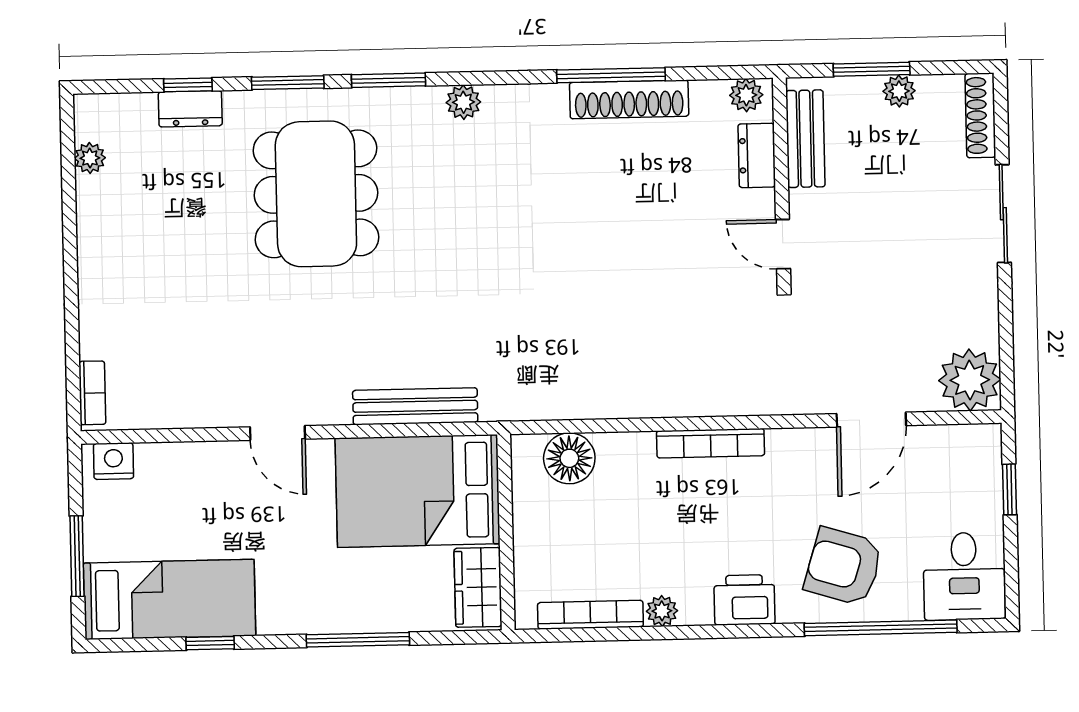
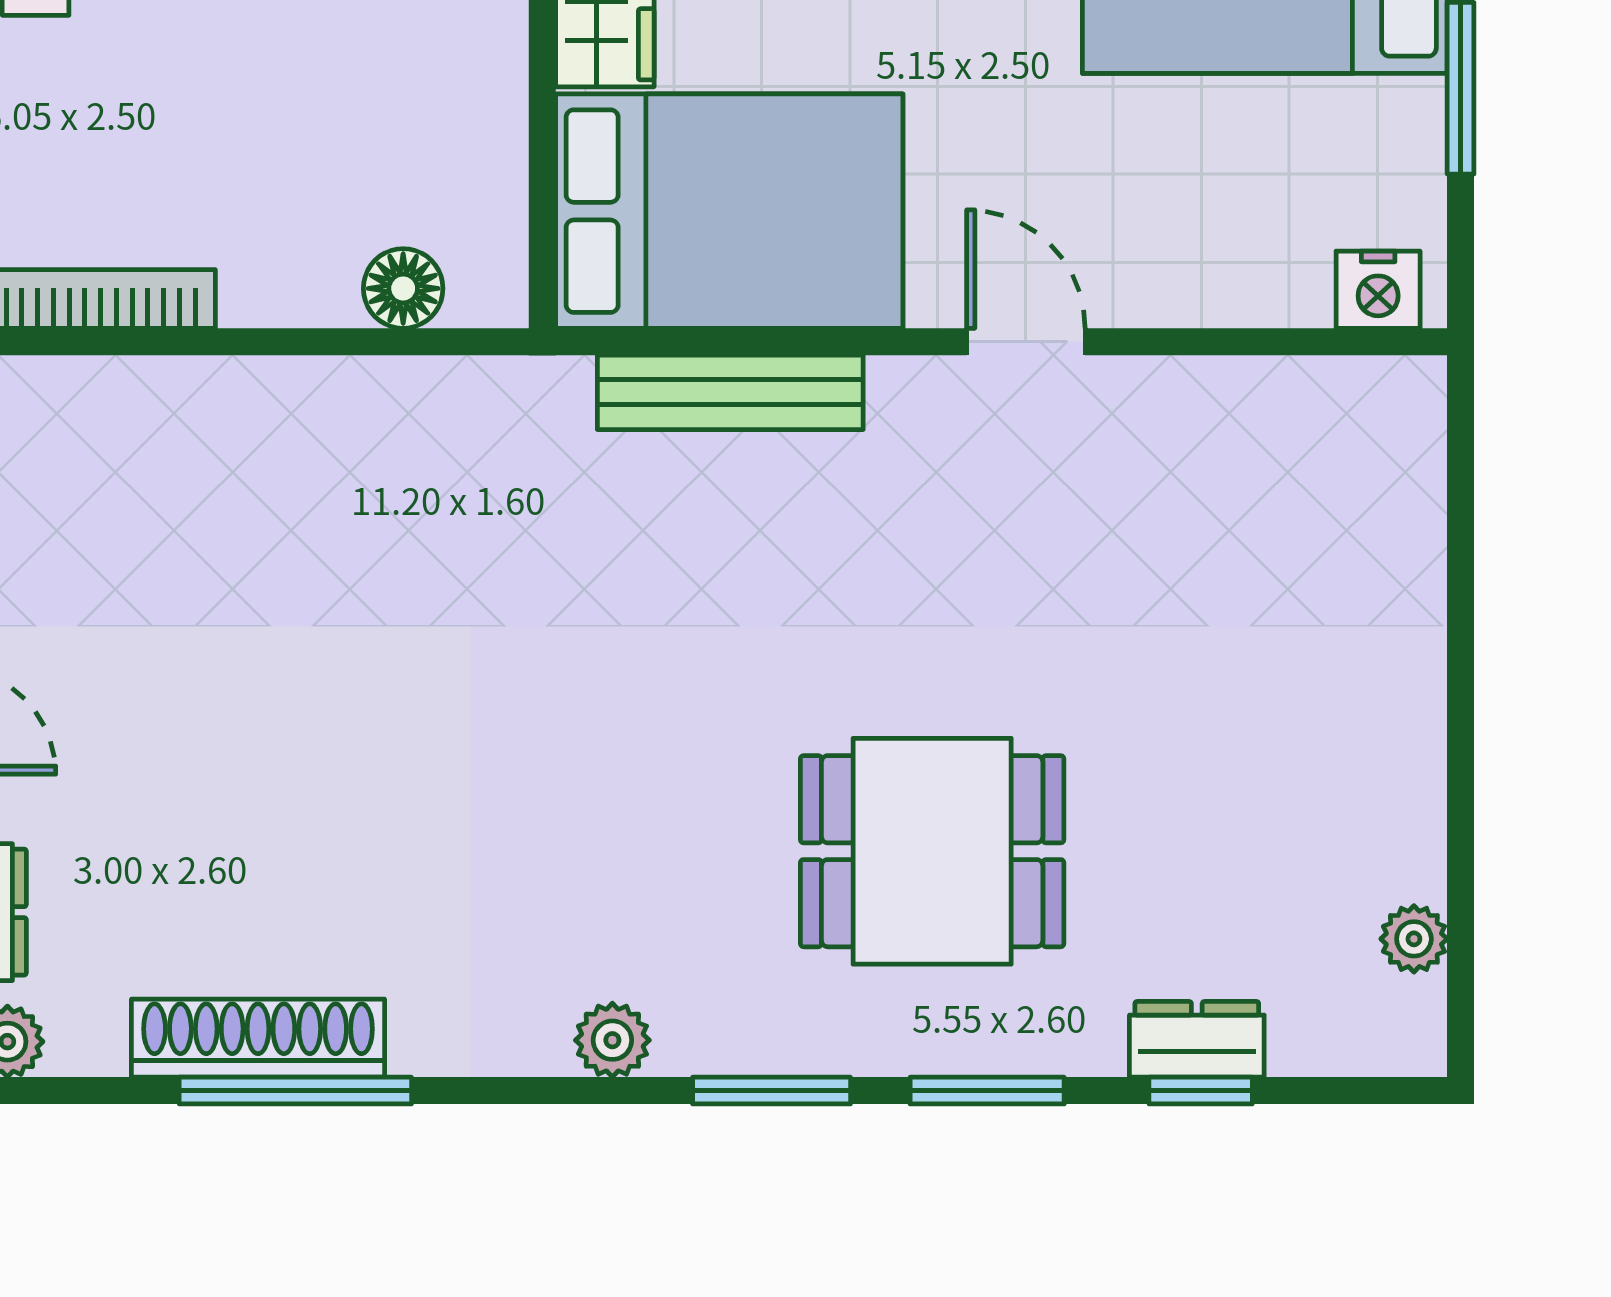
dining table: (316, 194) -> (932, 851), width x0.73
bookcase: (92, 393) -> (1420, 437), removed
floor lamp: (569, 458) -> (403, 288), width x0.73, depth x0.73

